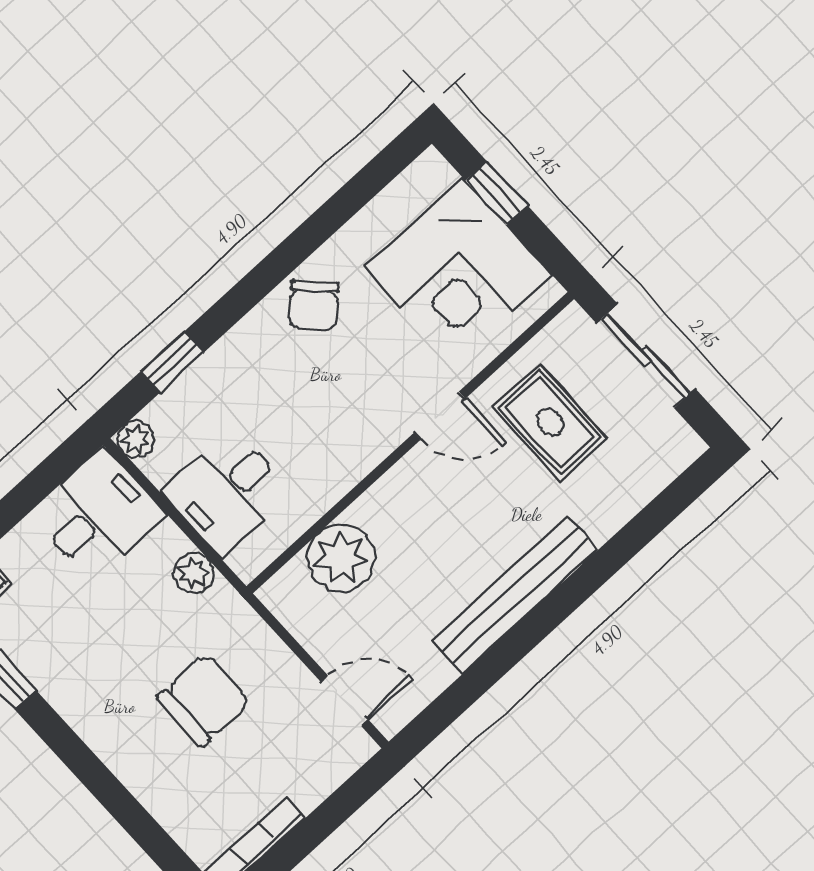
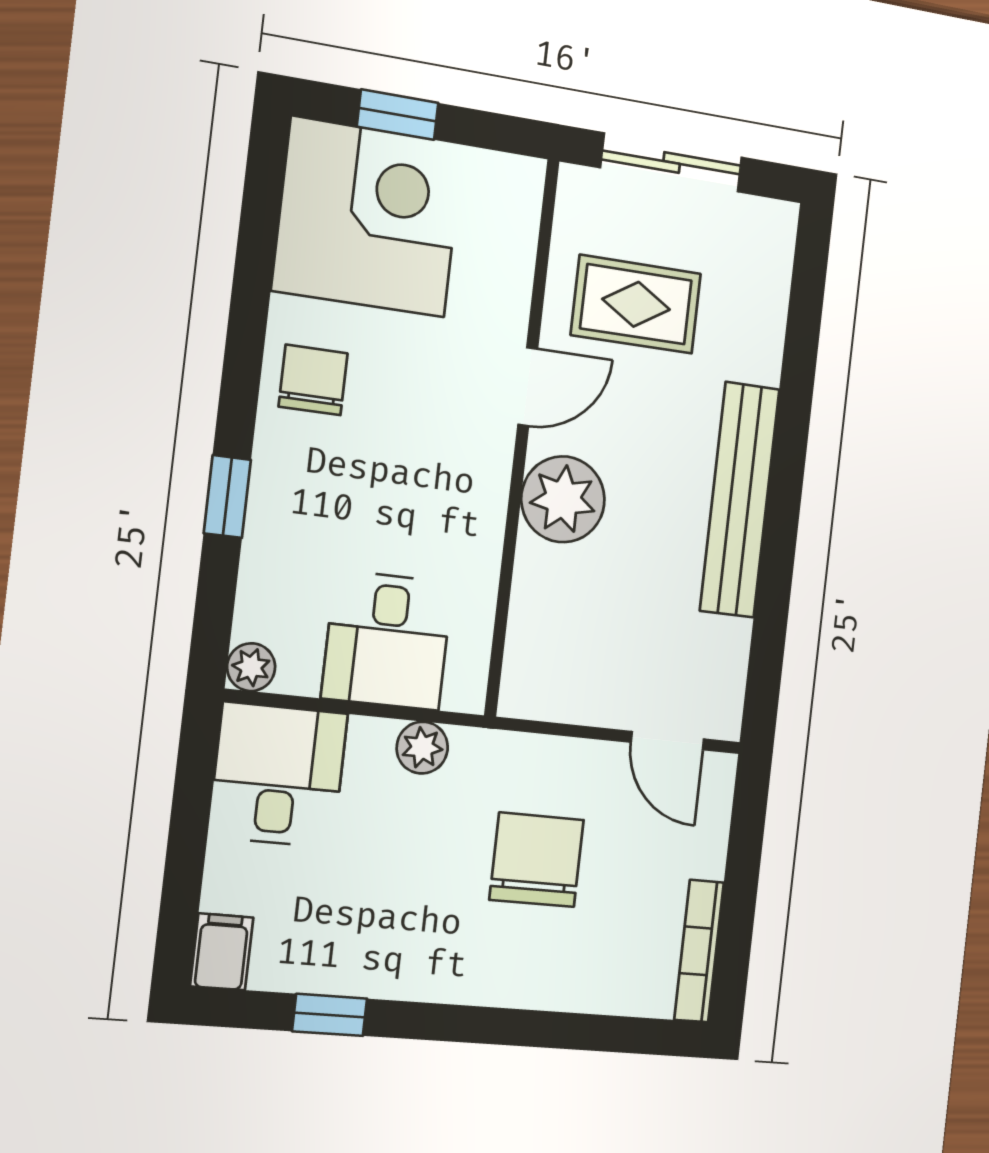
corner desk: (458, 271) -> (368, 217), moved, turned -90
chair: (314, 305) -> (313, 380), turned -136
window: (172, 362) -> (227, 497), moved
plant: (341, 558) -> (563, 499), moved
door: (344, 701) -> (668, 741), swing flipped

